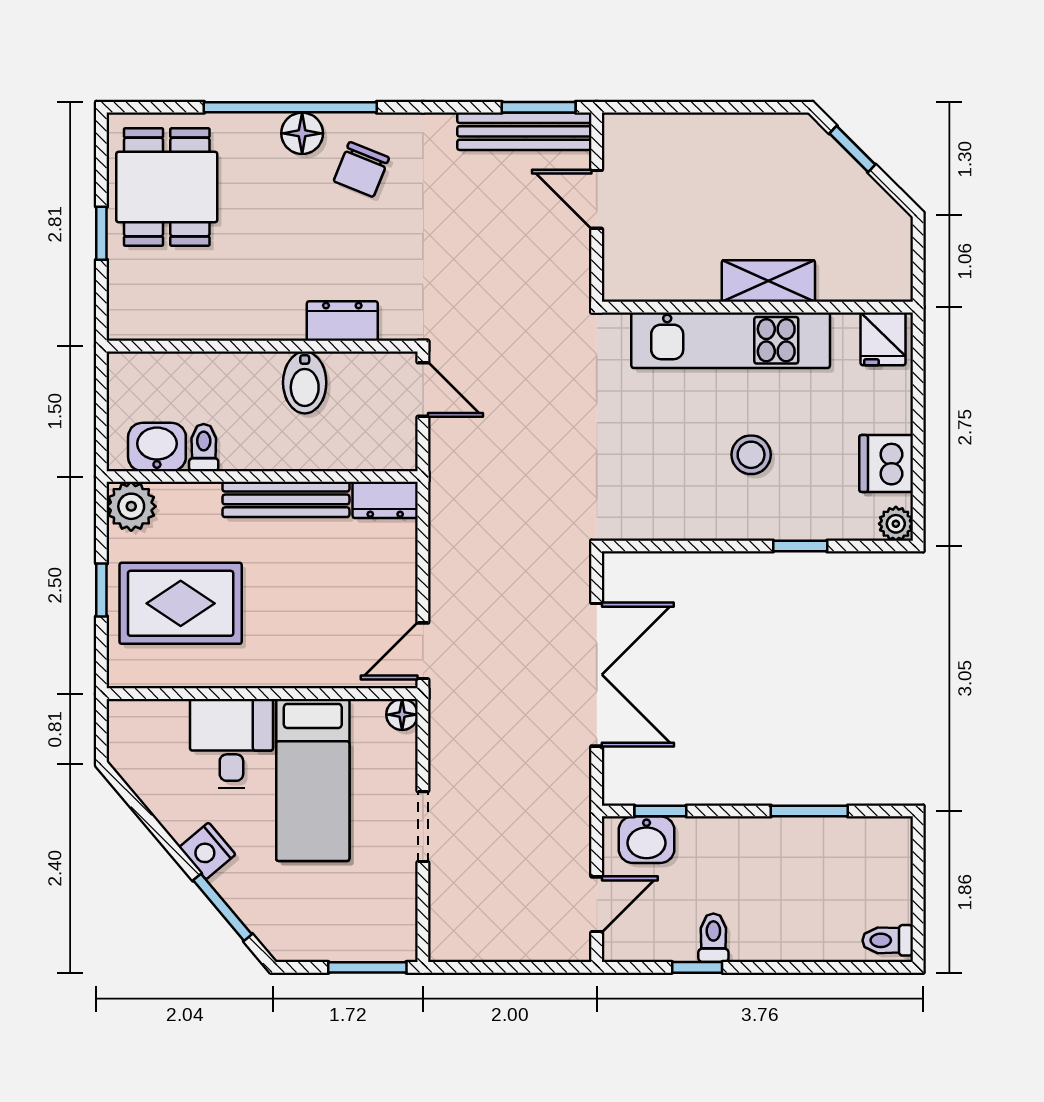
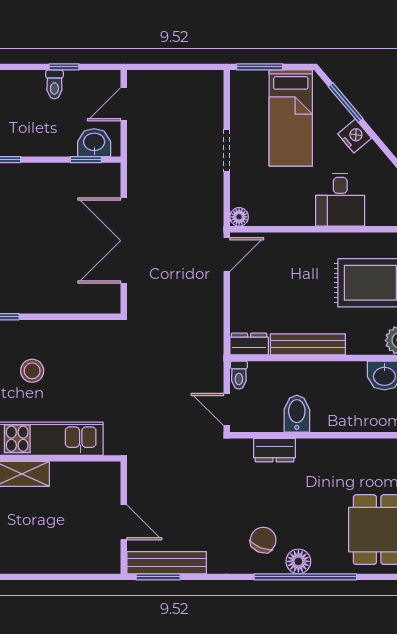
toilet: (204, 448) -> (239, 375), moved
bed: (313, 780) -> (291, 118), moved, turned 180

